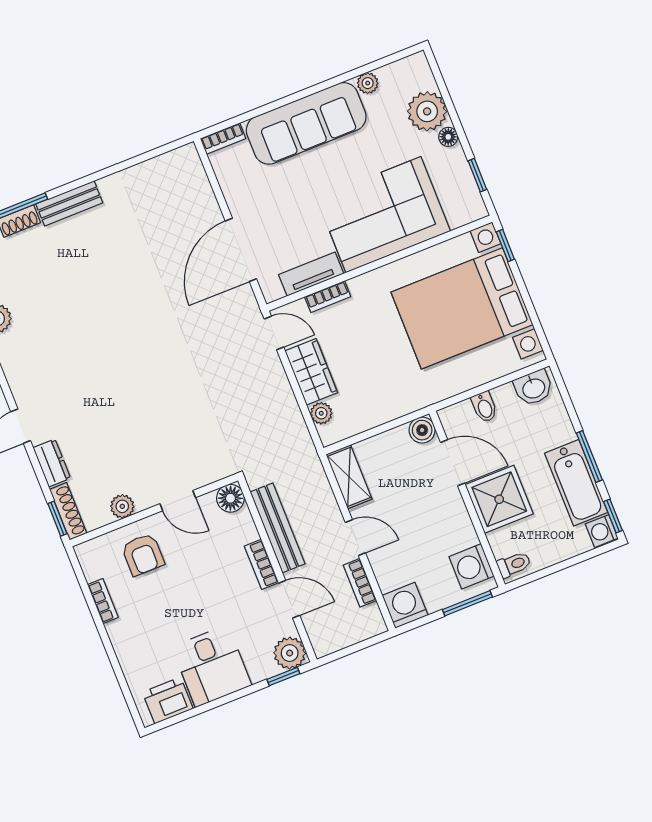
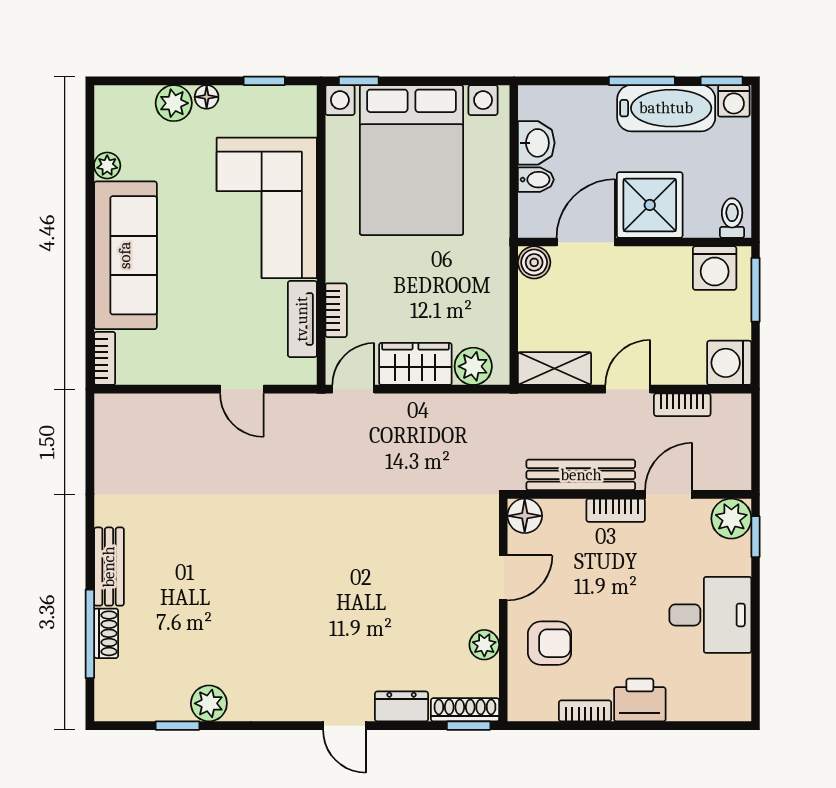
plant: (427, 111) -> (174, 103), width x0.73, depth x0.73
door: (241, 250) -> (242, 389), width x0.53
washbasin: (533, 388) -> (536, 143), moved
plant: (321, 413) -> (473, 366), width x1.38, depth x1.38
printer: (168, 700) -> (640, 700), moved, turned 90

